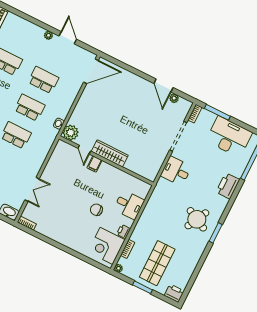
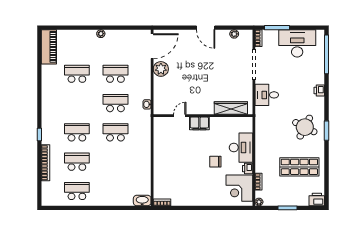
door: (68, 38) -> (118, 28), removed
door: (163, 85) -> (206, 28), moved
plant: (71, 133) -> (161, 69), moved
door: (84, 150) -> (180, 116), swing flipped
wardrobe: (110, 153) -> (231, 108), moved
filing cabinet: (95, 164) -> (199, 123), width x2.00
printer: (228, 186) -> (319, 91), width x0.53, depth x0.68
double door: (32, 189) -> (152, 171), removed
desk: (129, 205) -> (241, 148), width x1.37
shop shelf: (157, 263) -> (299, 167), moved, turned 90

